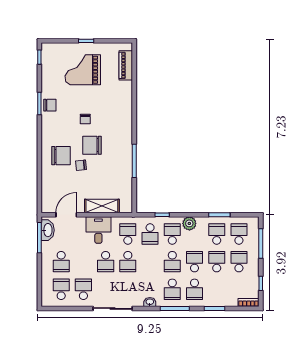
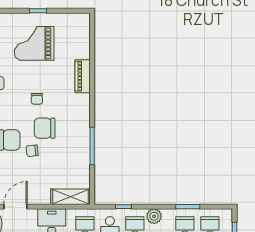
piano: (126, 65) -> (83, 76), moved
shelving: (102, 206) -> (70, 197), moved

